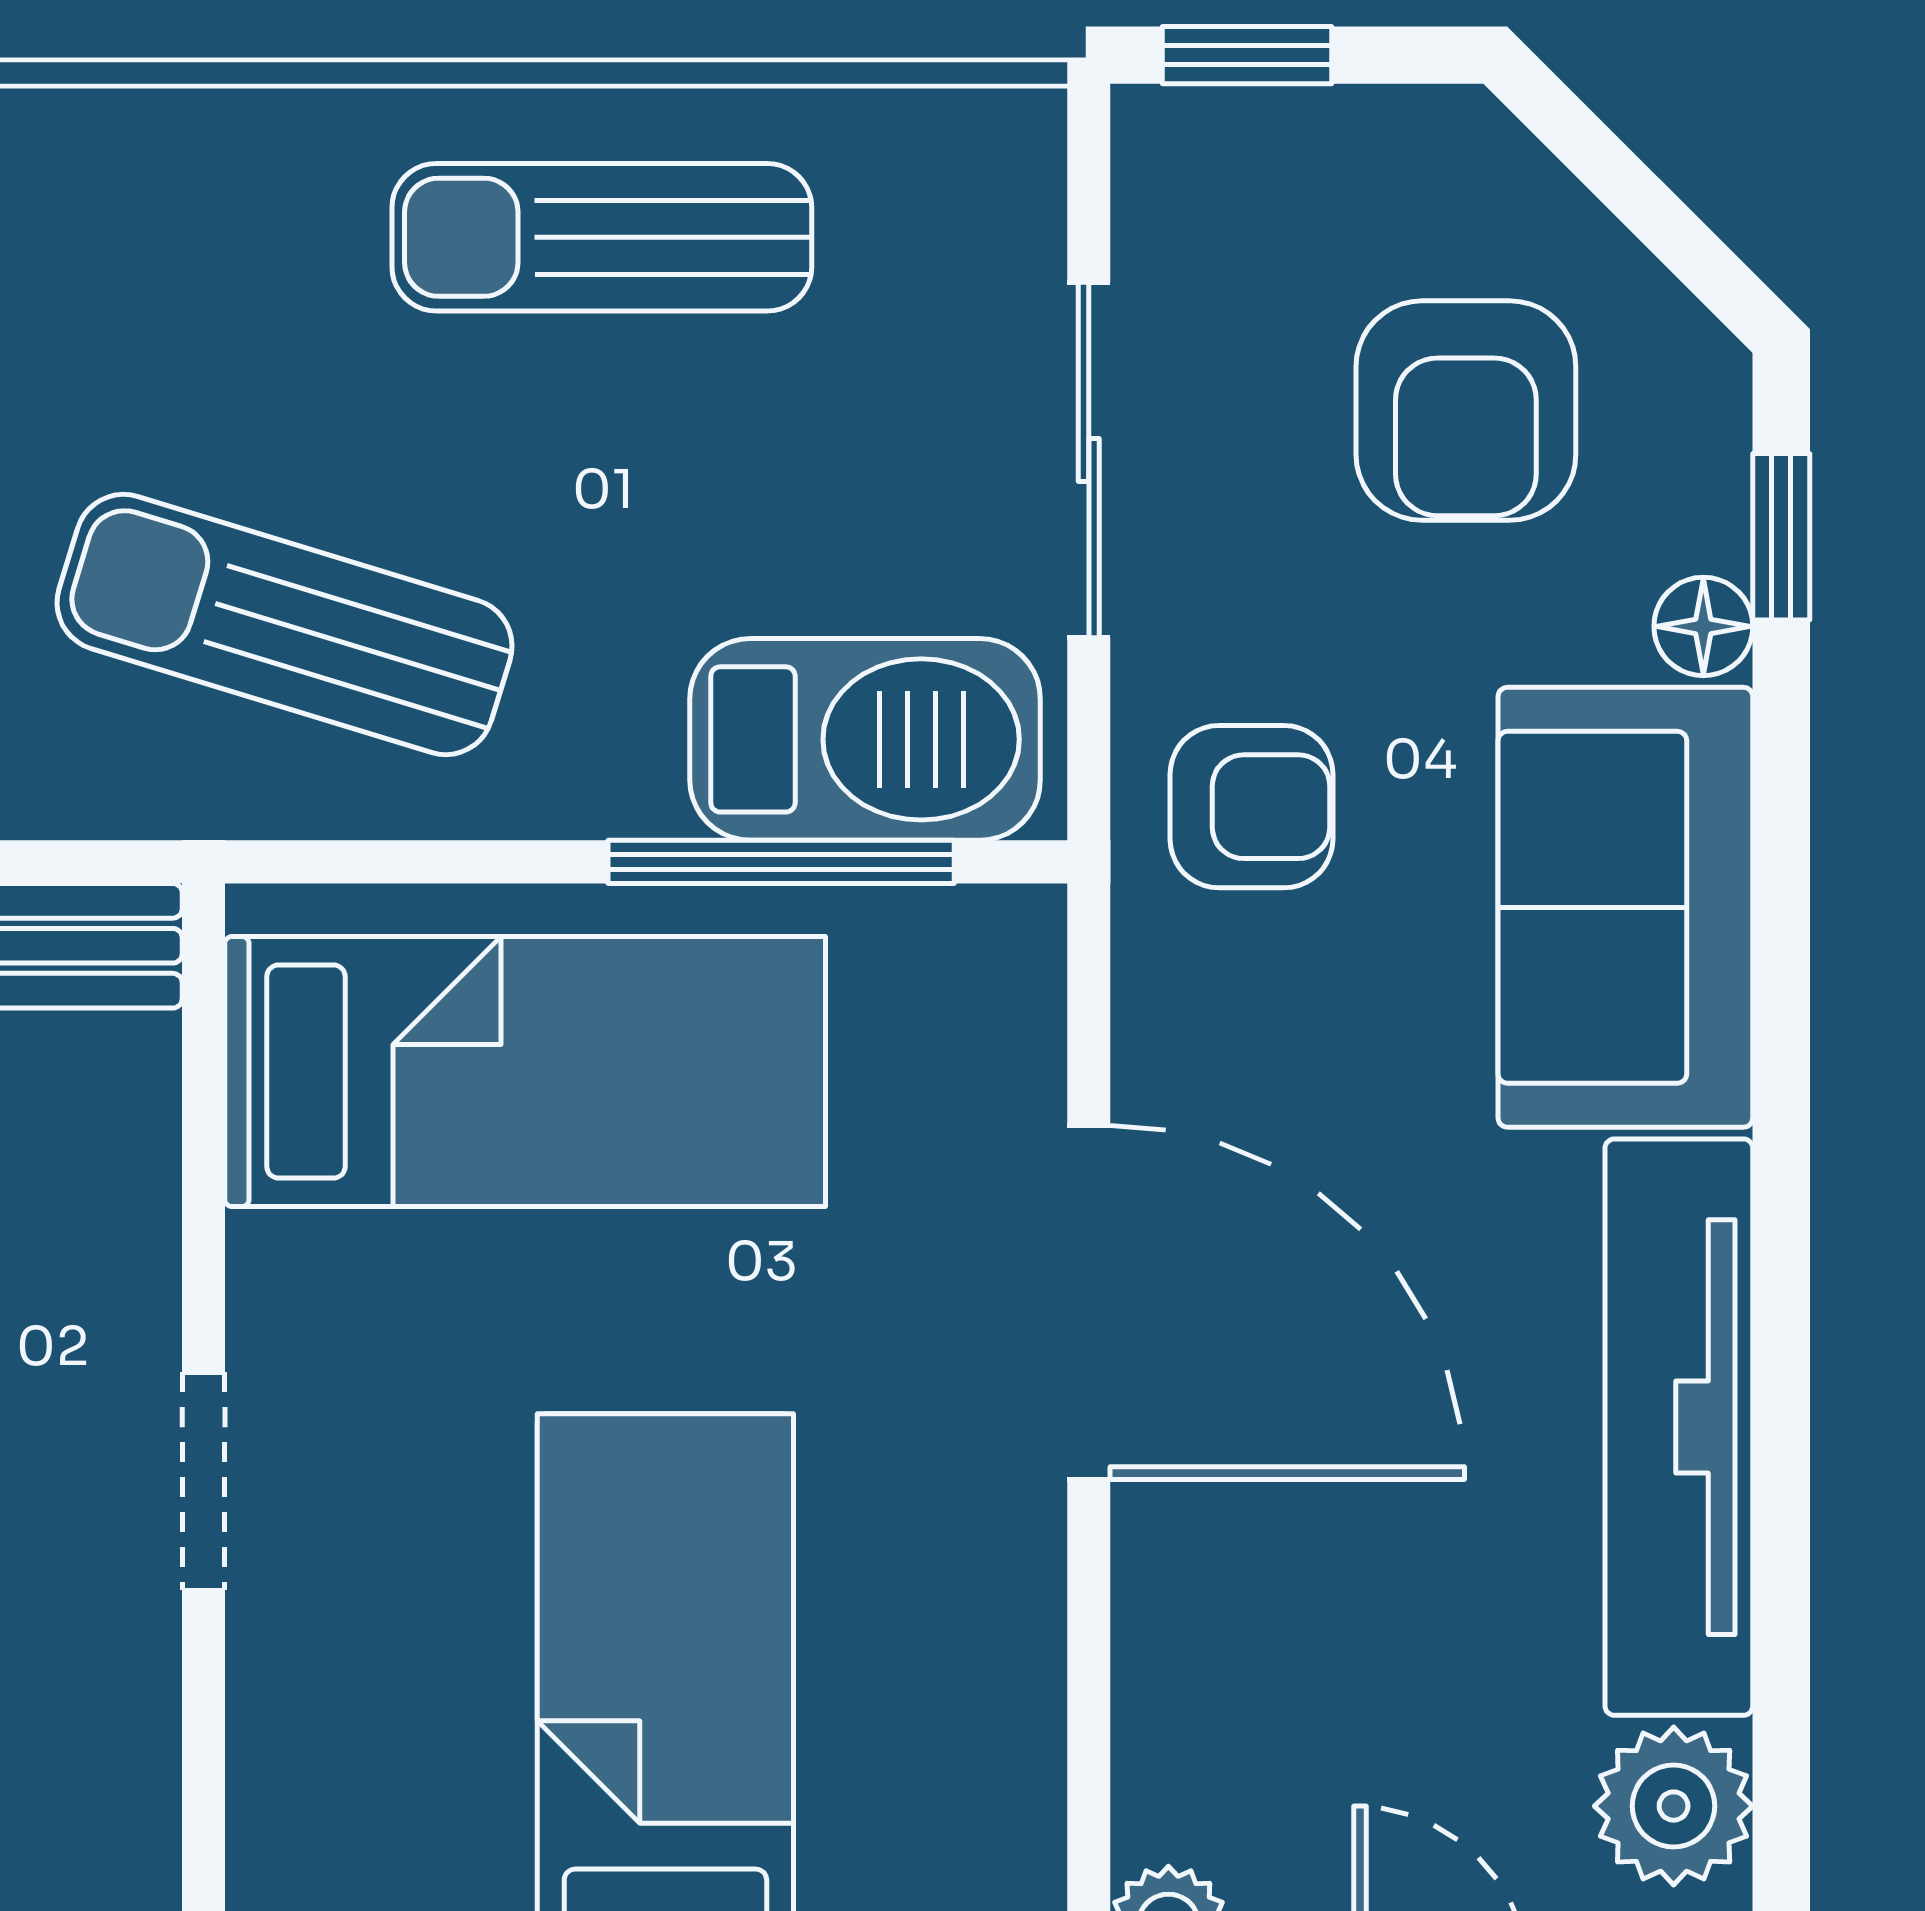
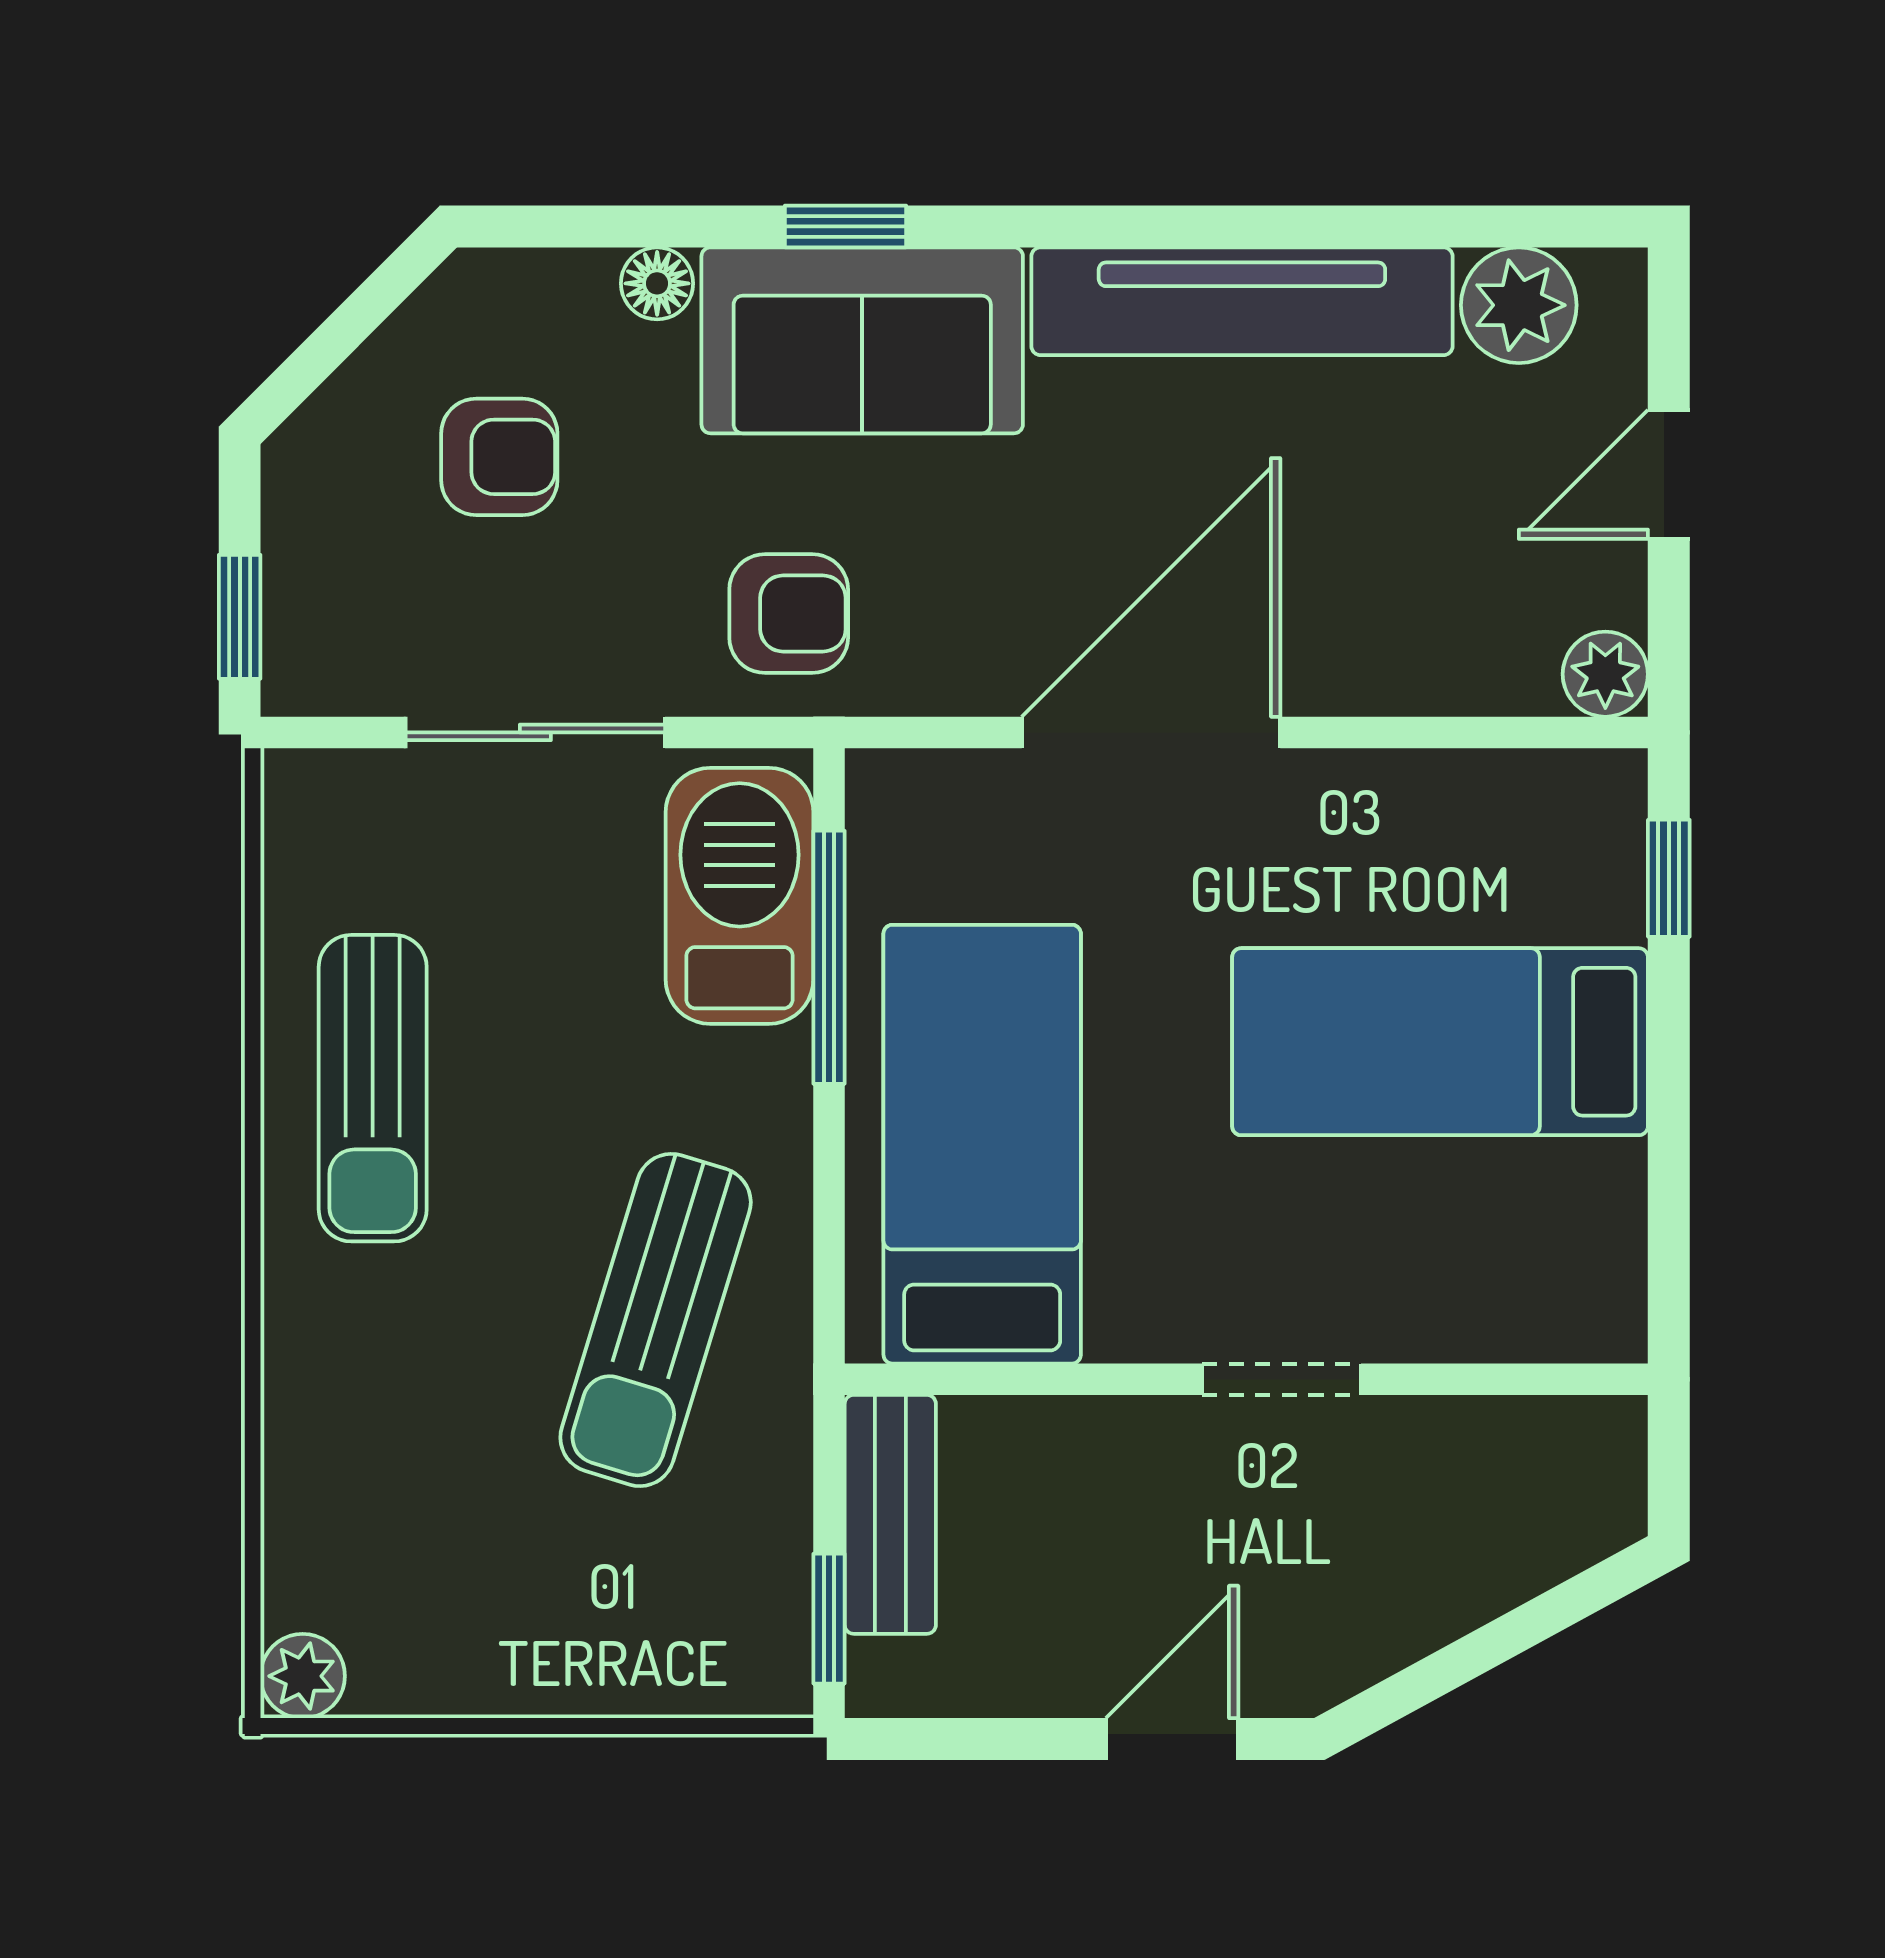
armchair: (1466, 411) -> (499, 457), width x0.72, depth x0.72
window: (1781, 537) -> (846, 226), moved
armchair: (1252, 807) -> (789, 614), turned 90

